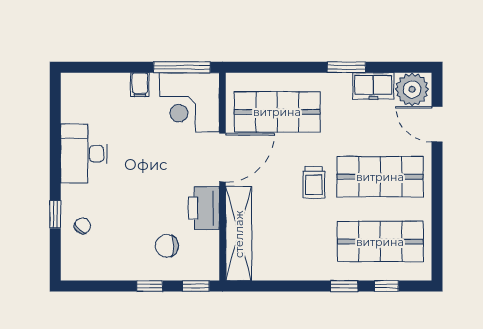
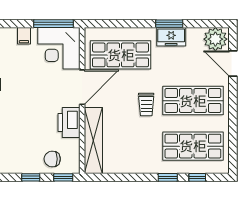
freezer: (373, 86) -> (171, 37), moved
chair: (167, 246) -> (52, 159), moved

